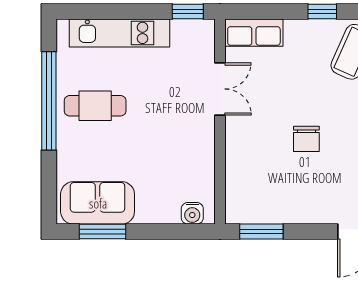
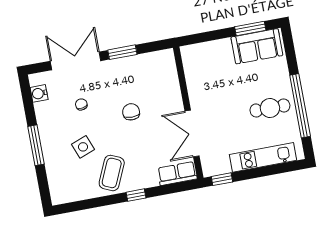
double door: (220, 89) -> (192, 134), width x1.37
water cooler: (192, 213) -> (195, 51), removed
window: (261, 232) -> (122, 52), moved

